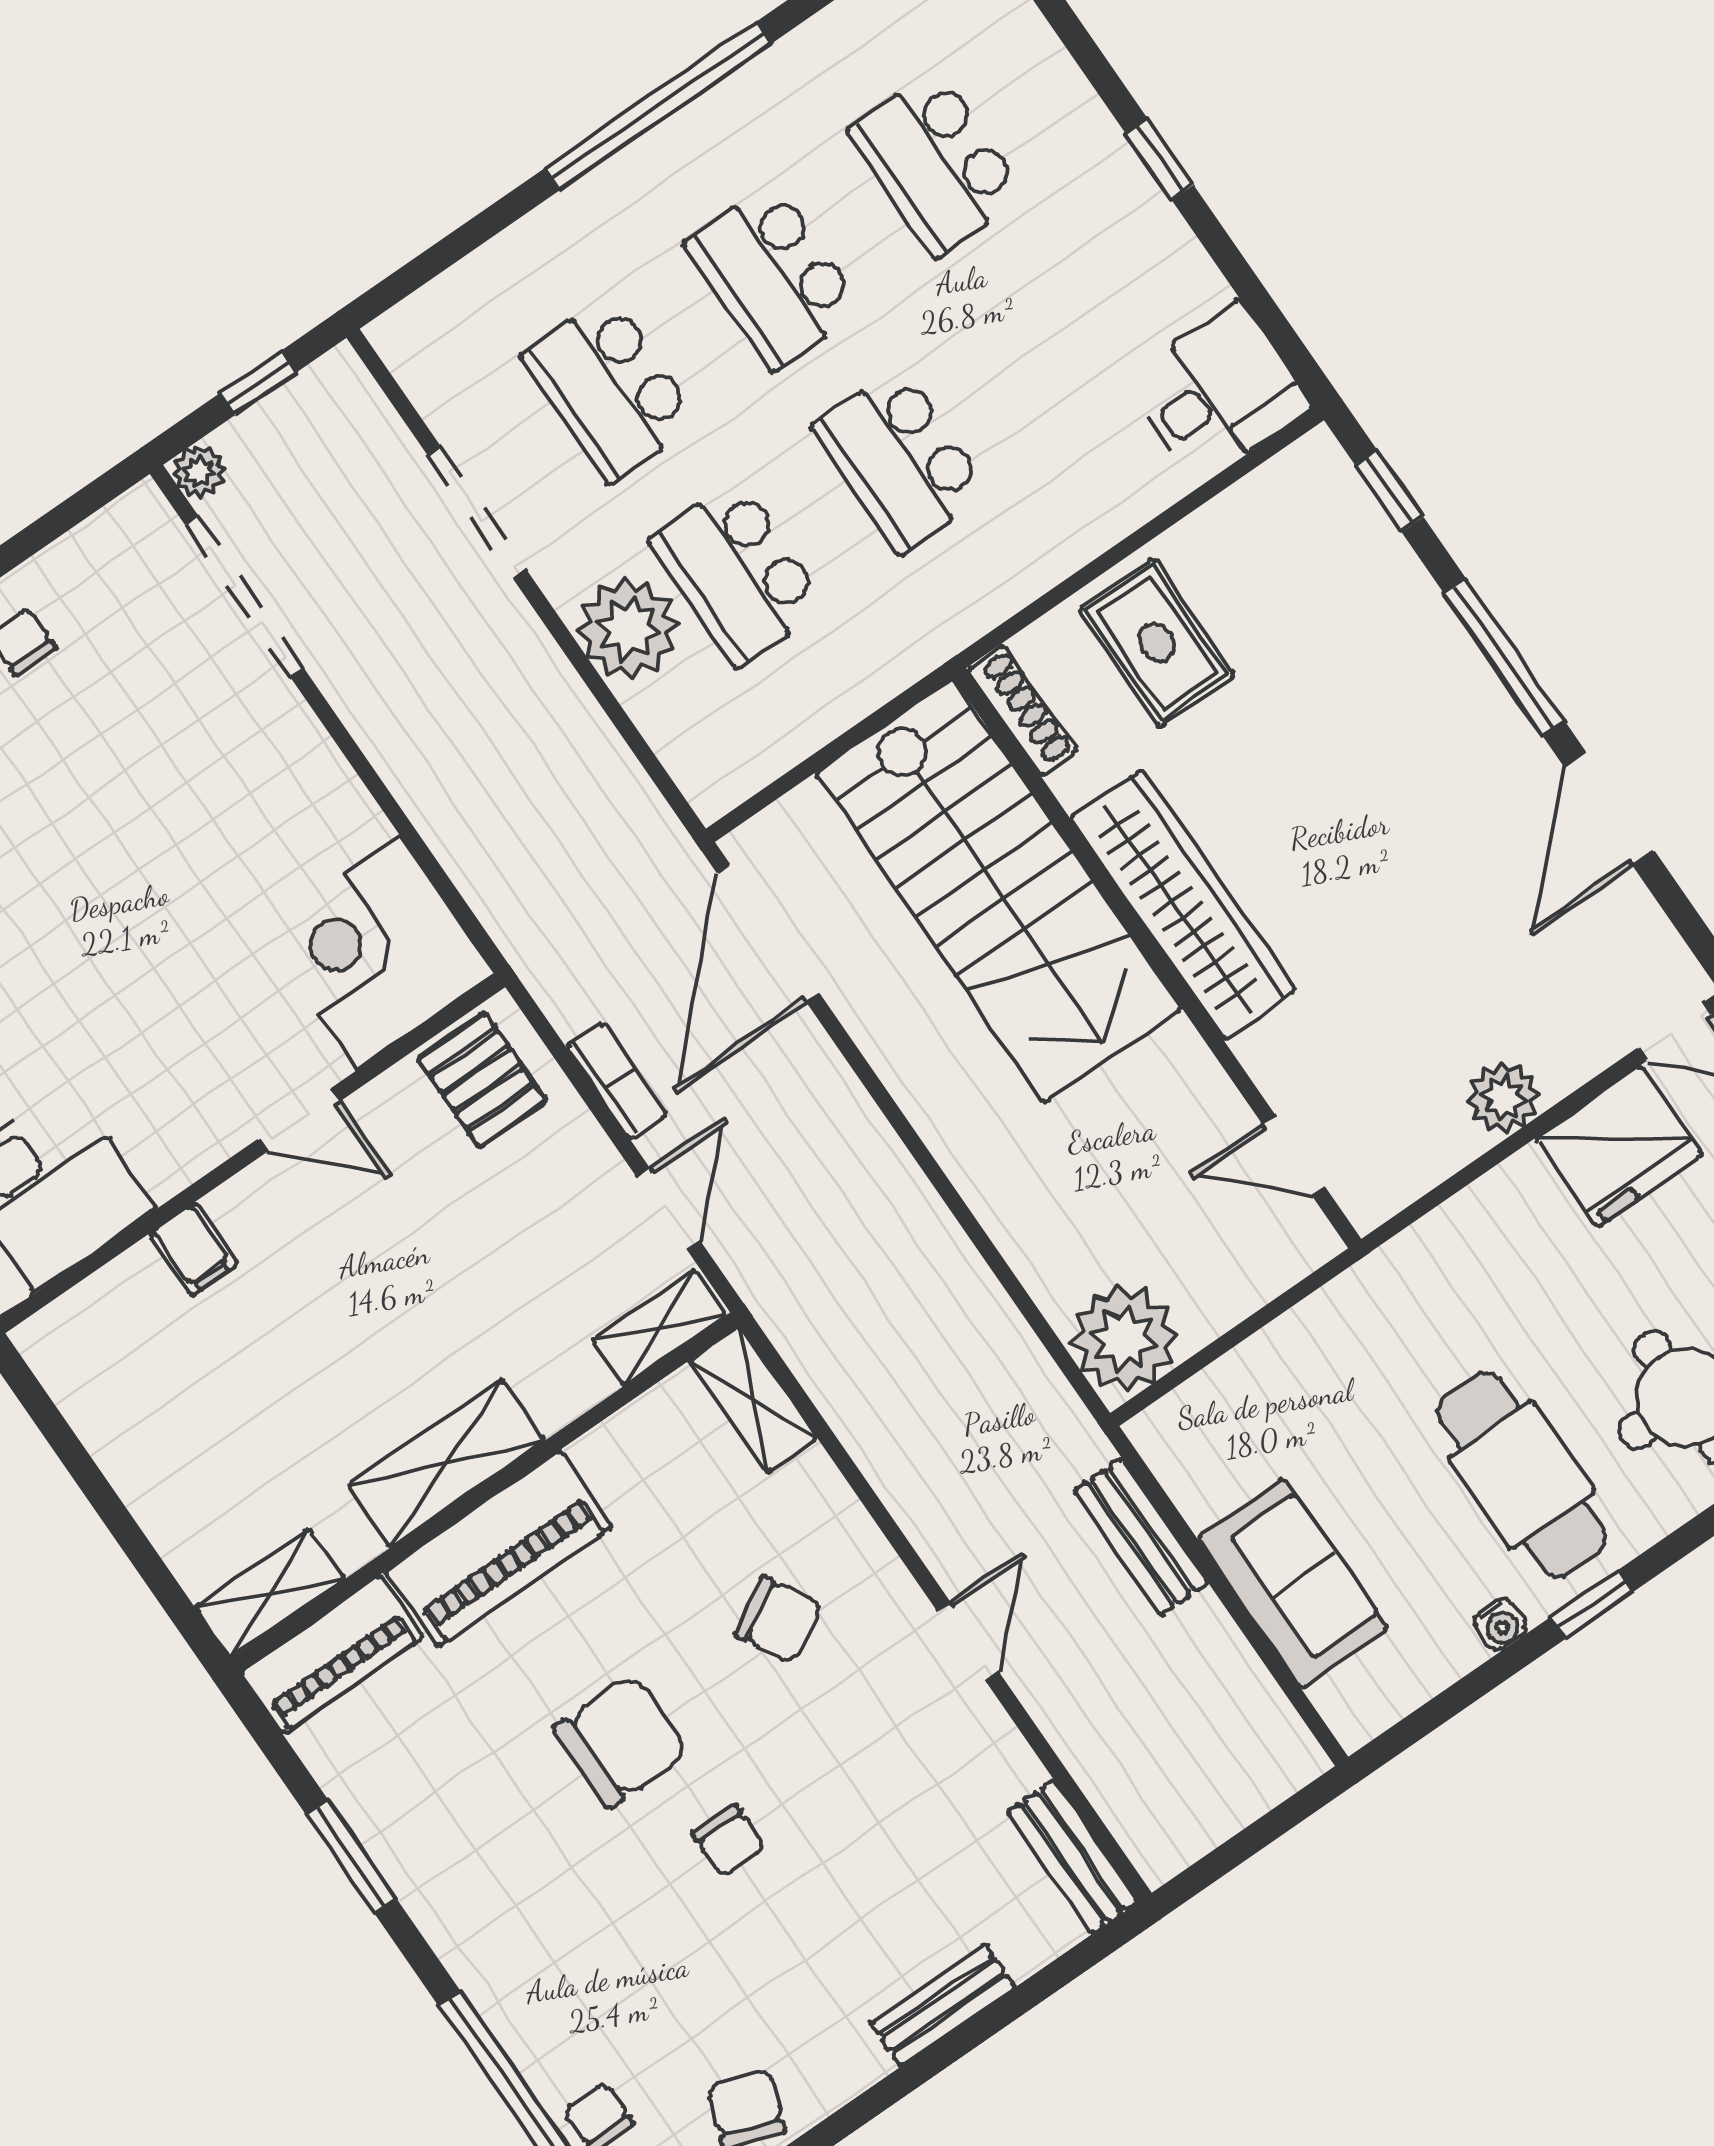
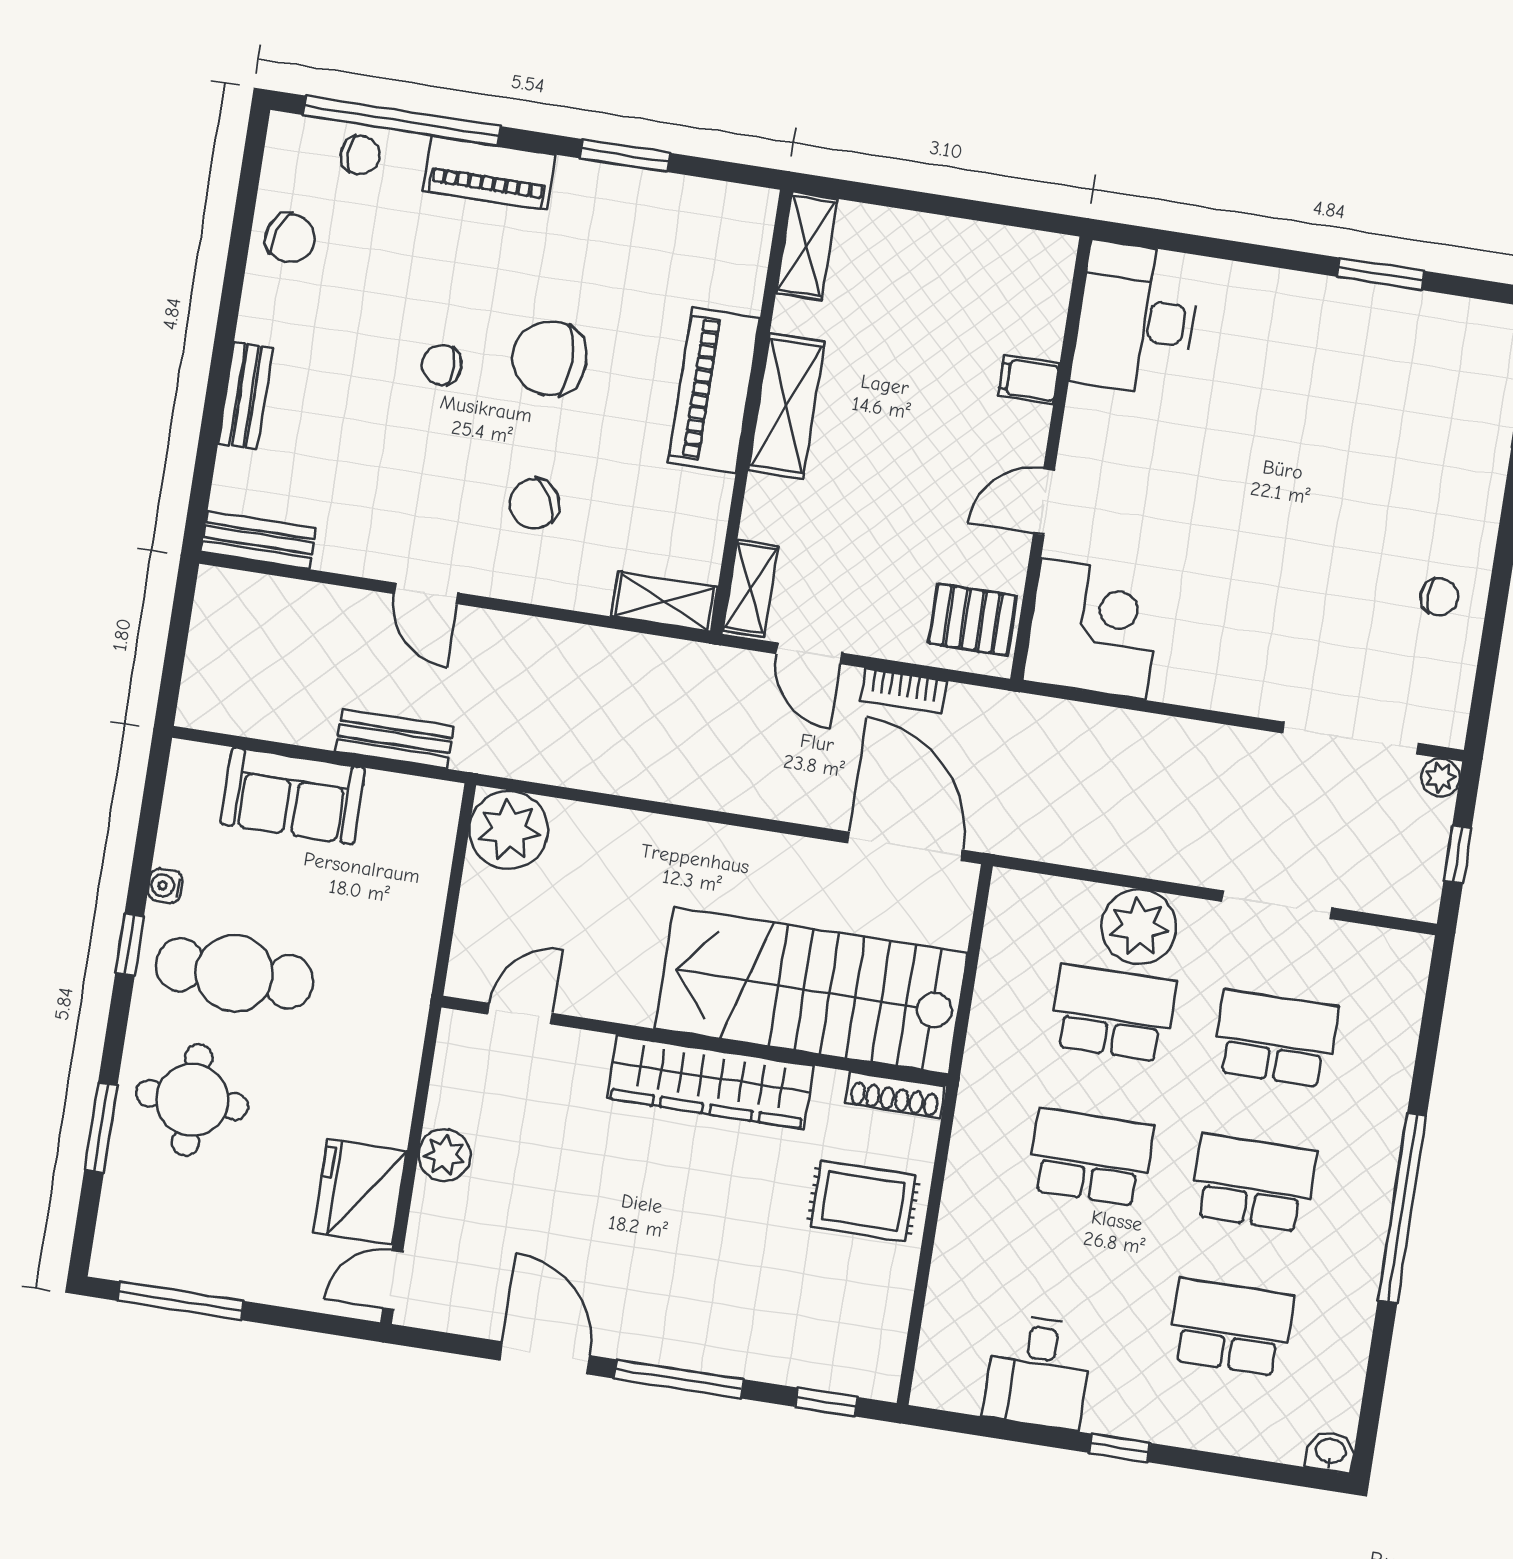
desk: (1218, 393) -> (1038, 1372), moved
piano: (332, 1655) -> (489, 173), moved, turned -90
chair: (621, 1741) -> (550, 358), turned 90

